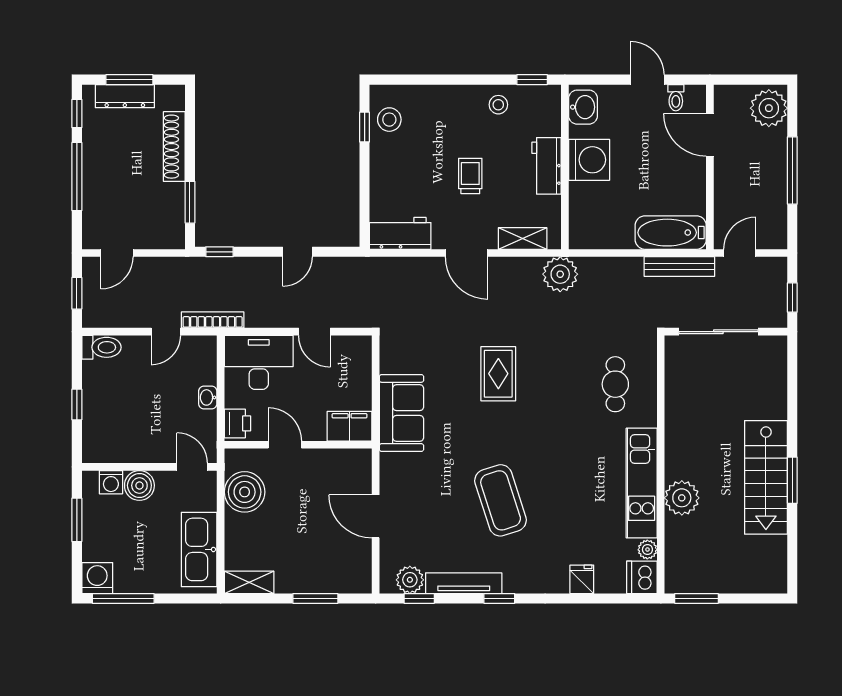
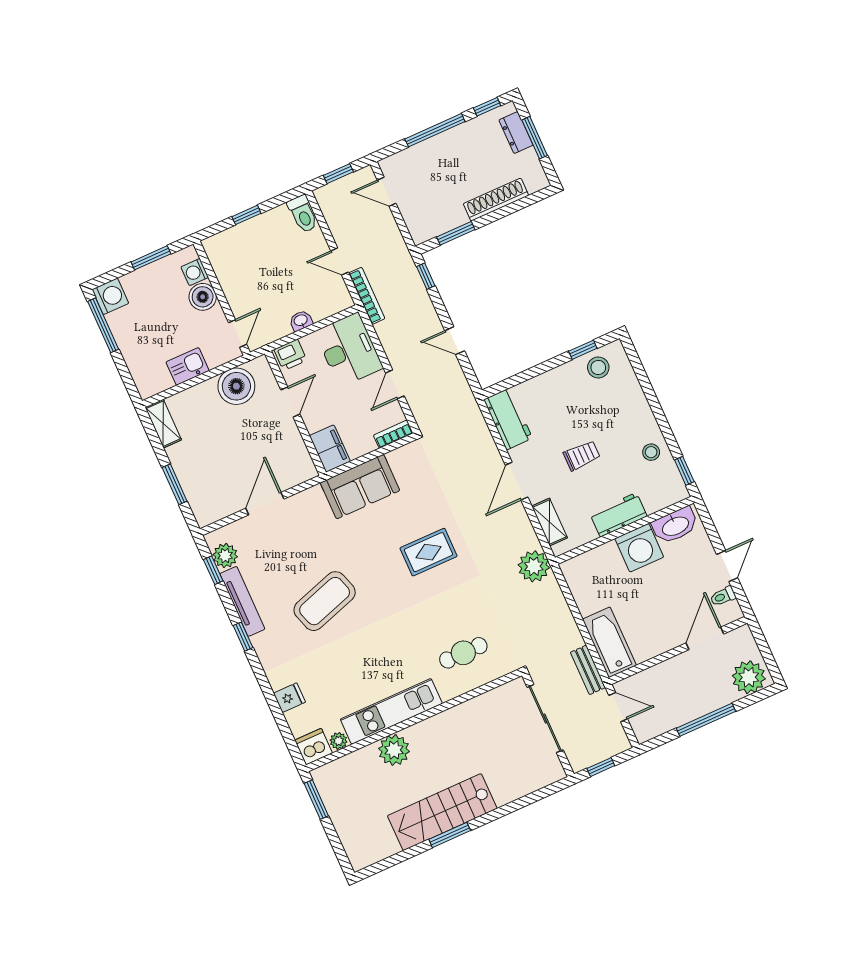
dresser: (125, 96) -> (516, 133), width x0.70
washbasin: (583, 107) -> (675, 526), width x1.38
bench: (679, 267) -> (588, 670), width x0.73
bookcase: (364, 356) -> (393, 434), added
kitchen sink: (199, 549) -> (188, 366), width x0.53, depth x0.81

